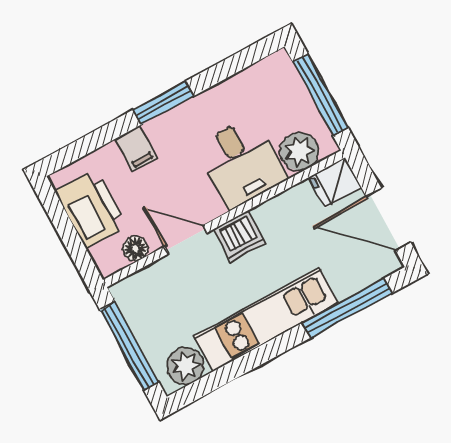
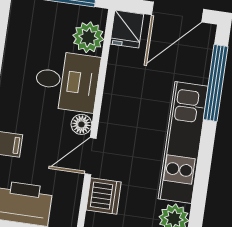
dishwasher: (240, 236) -> (104, 196), moved
floor lamp: (135, 248) -> (81, 124), moved

